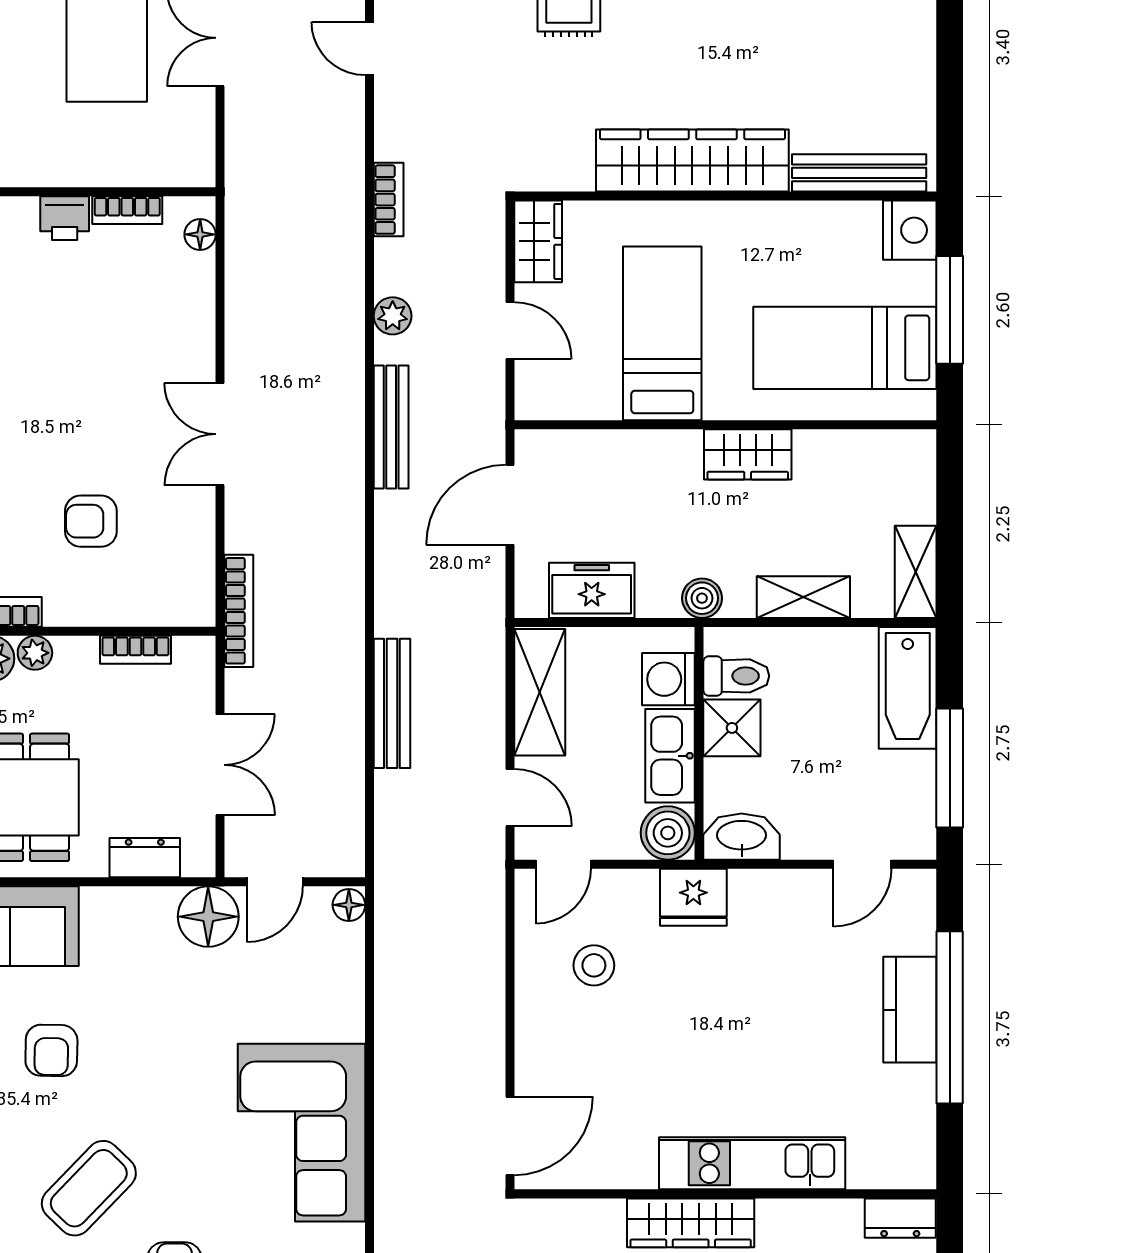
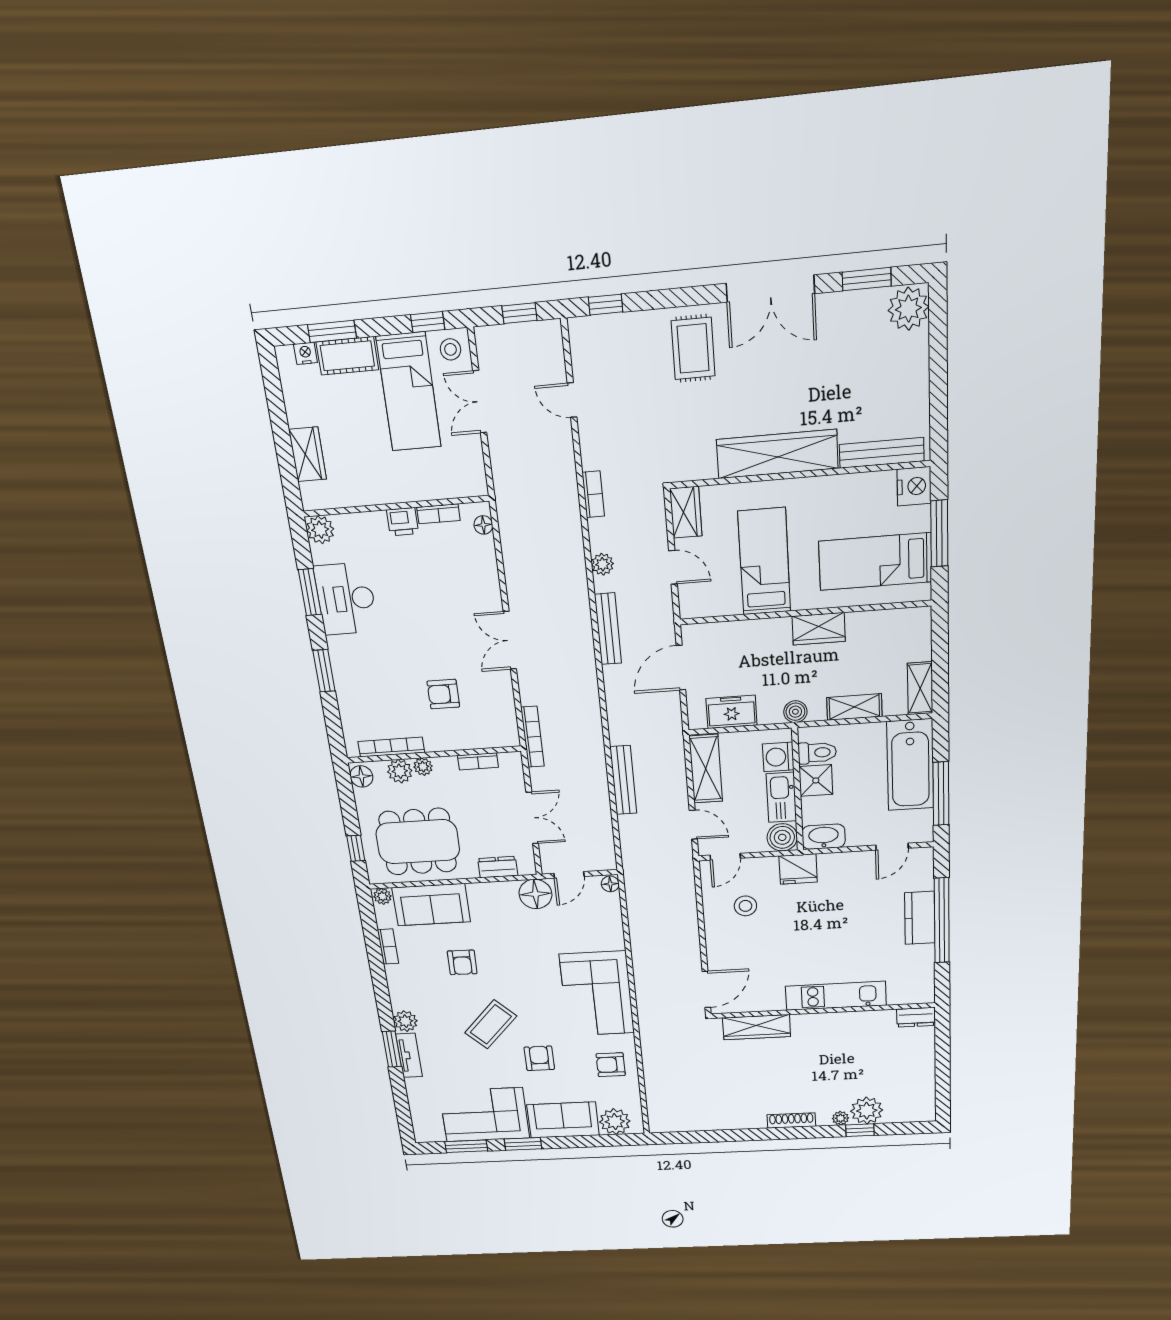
bathtub: (908, 688) -> (910, 765), width x1.36, depth x1.36
wardrobe: (691, 1223) -> (757, 1027), moved

